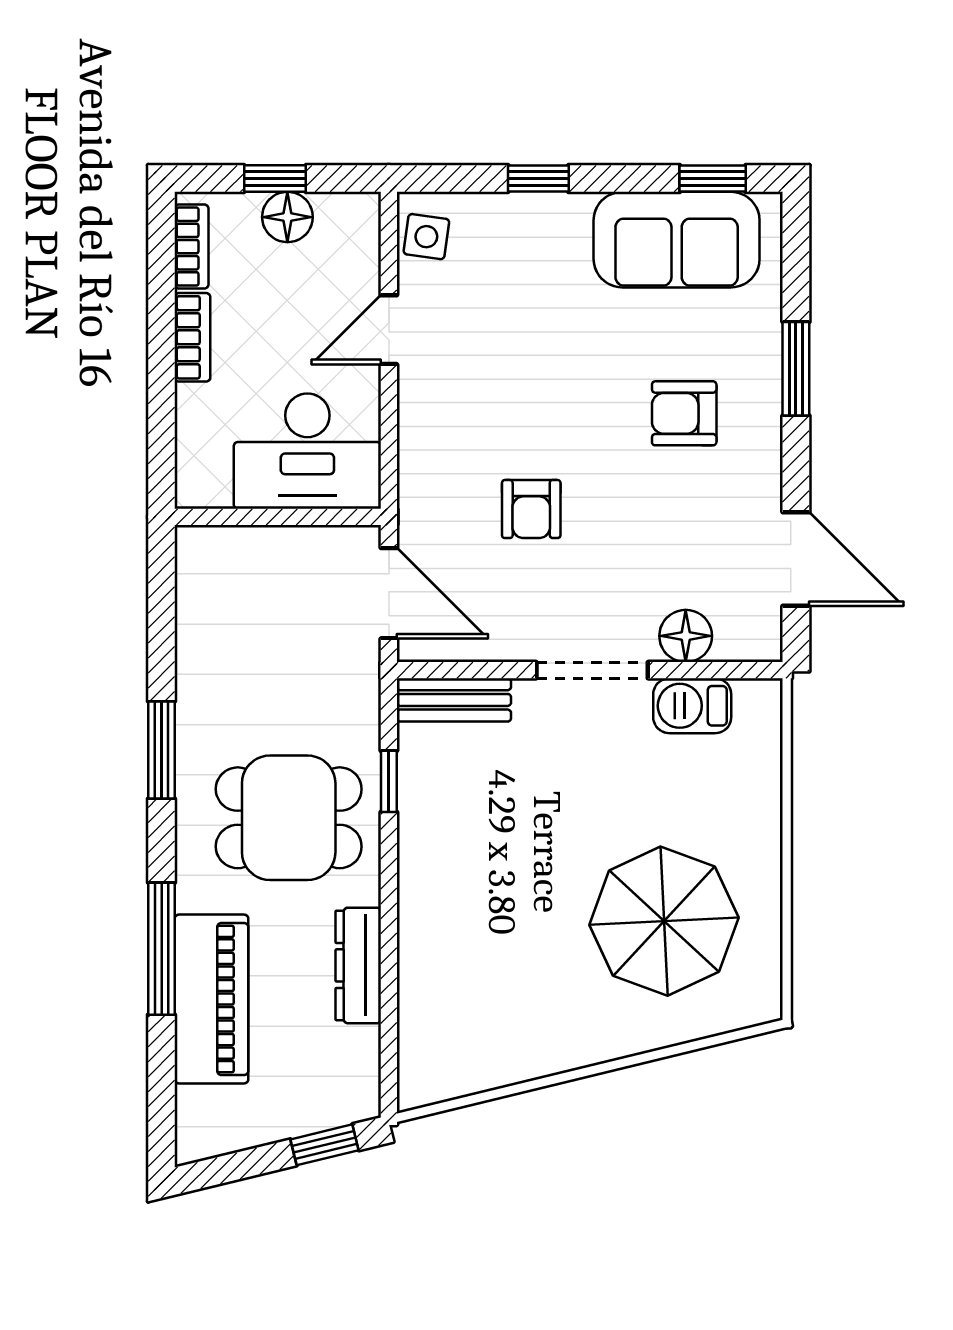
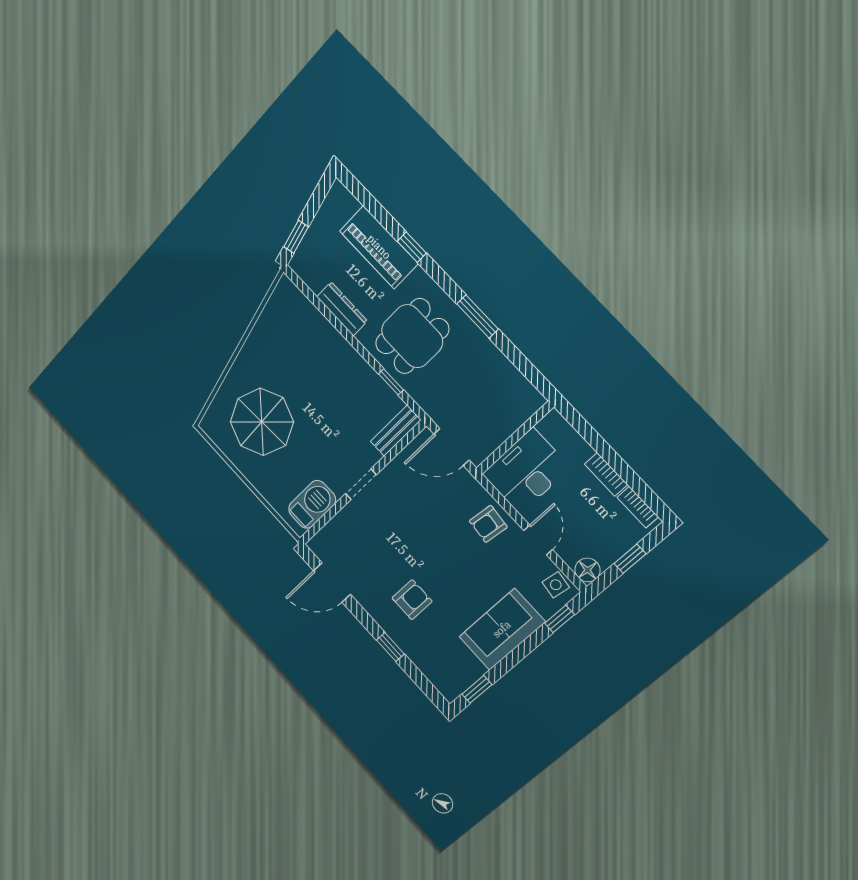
window: (538, 179) -> (559, 619), moved
floor lamp: (287, 217) -> (588, 570), moved
sofa: (677, 240) -> (502, 629), moved
window: (796, 369) -> (390, 647), width x0.67
armchair: (531, 509) -> (488, 524), moved, turned -84
floor lamp: (686, 636) -> (342, 524), removed
doorway: (592, 670) -> (361, 484), width x0.73
barbecue: (692, 706) -> (312, 504), width x1.38, depth x1.27
window: (162, 949) -> (412, 247), width x0.46

